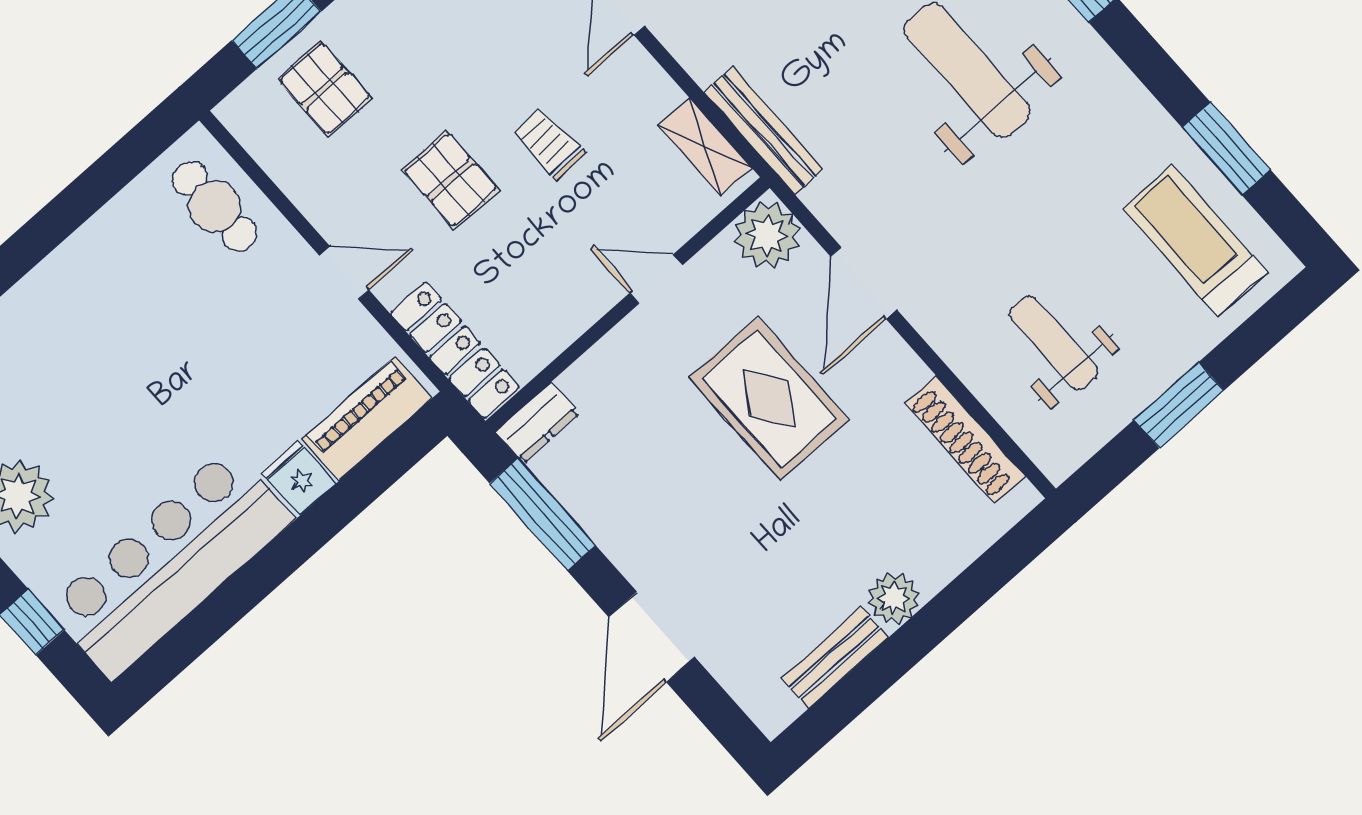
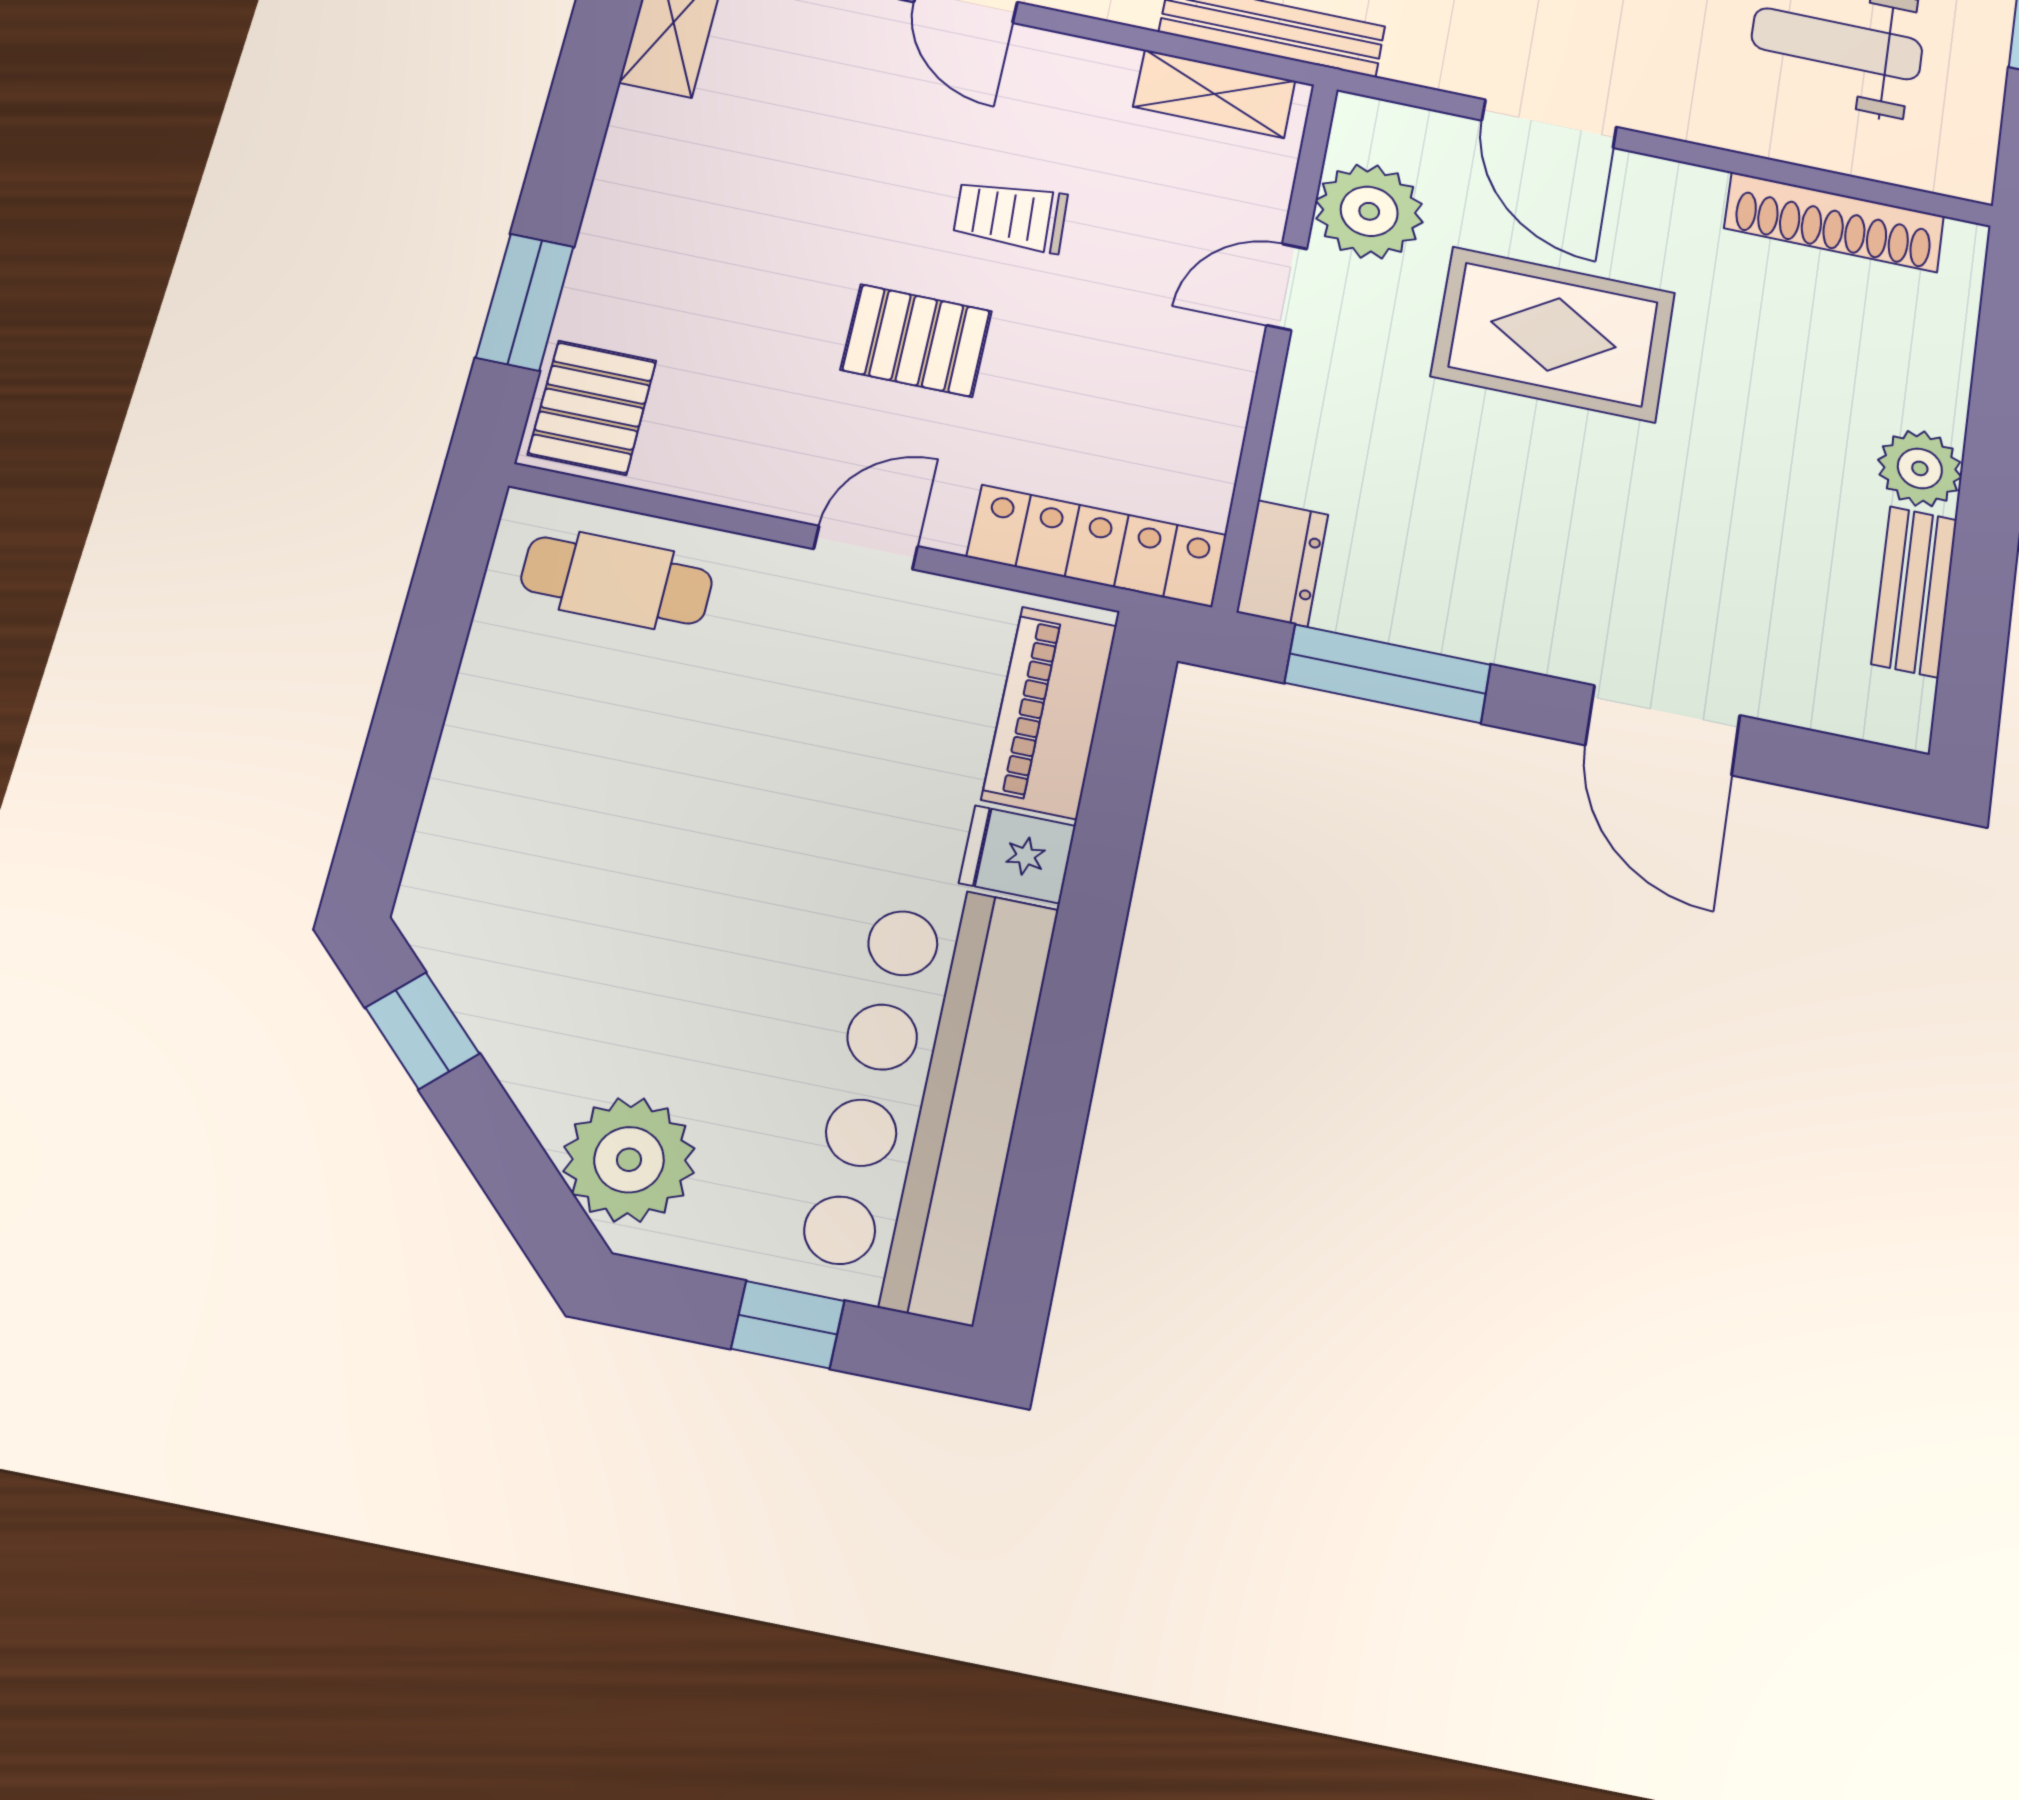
pallet: (325, 89) -> (592, 408), moved, turned 90
plant: (767, 235) -> (1369, 211), moved

